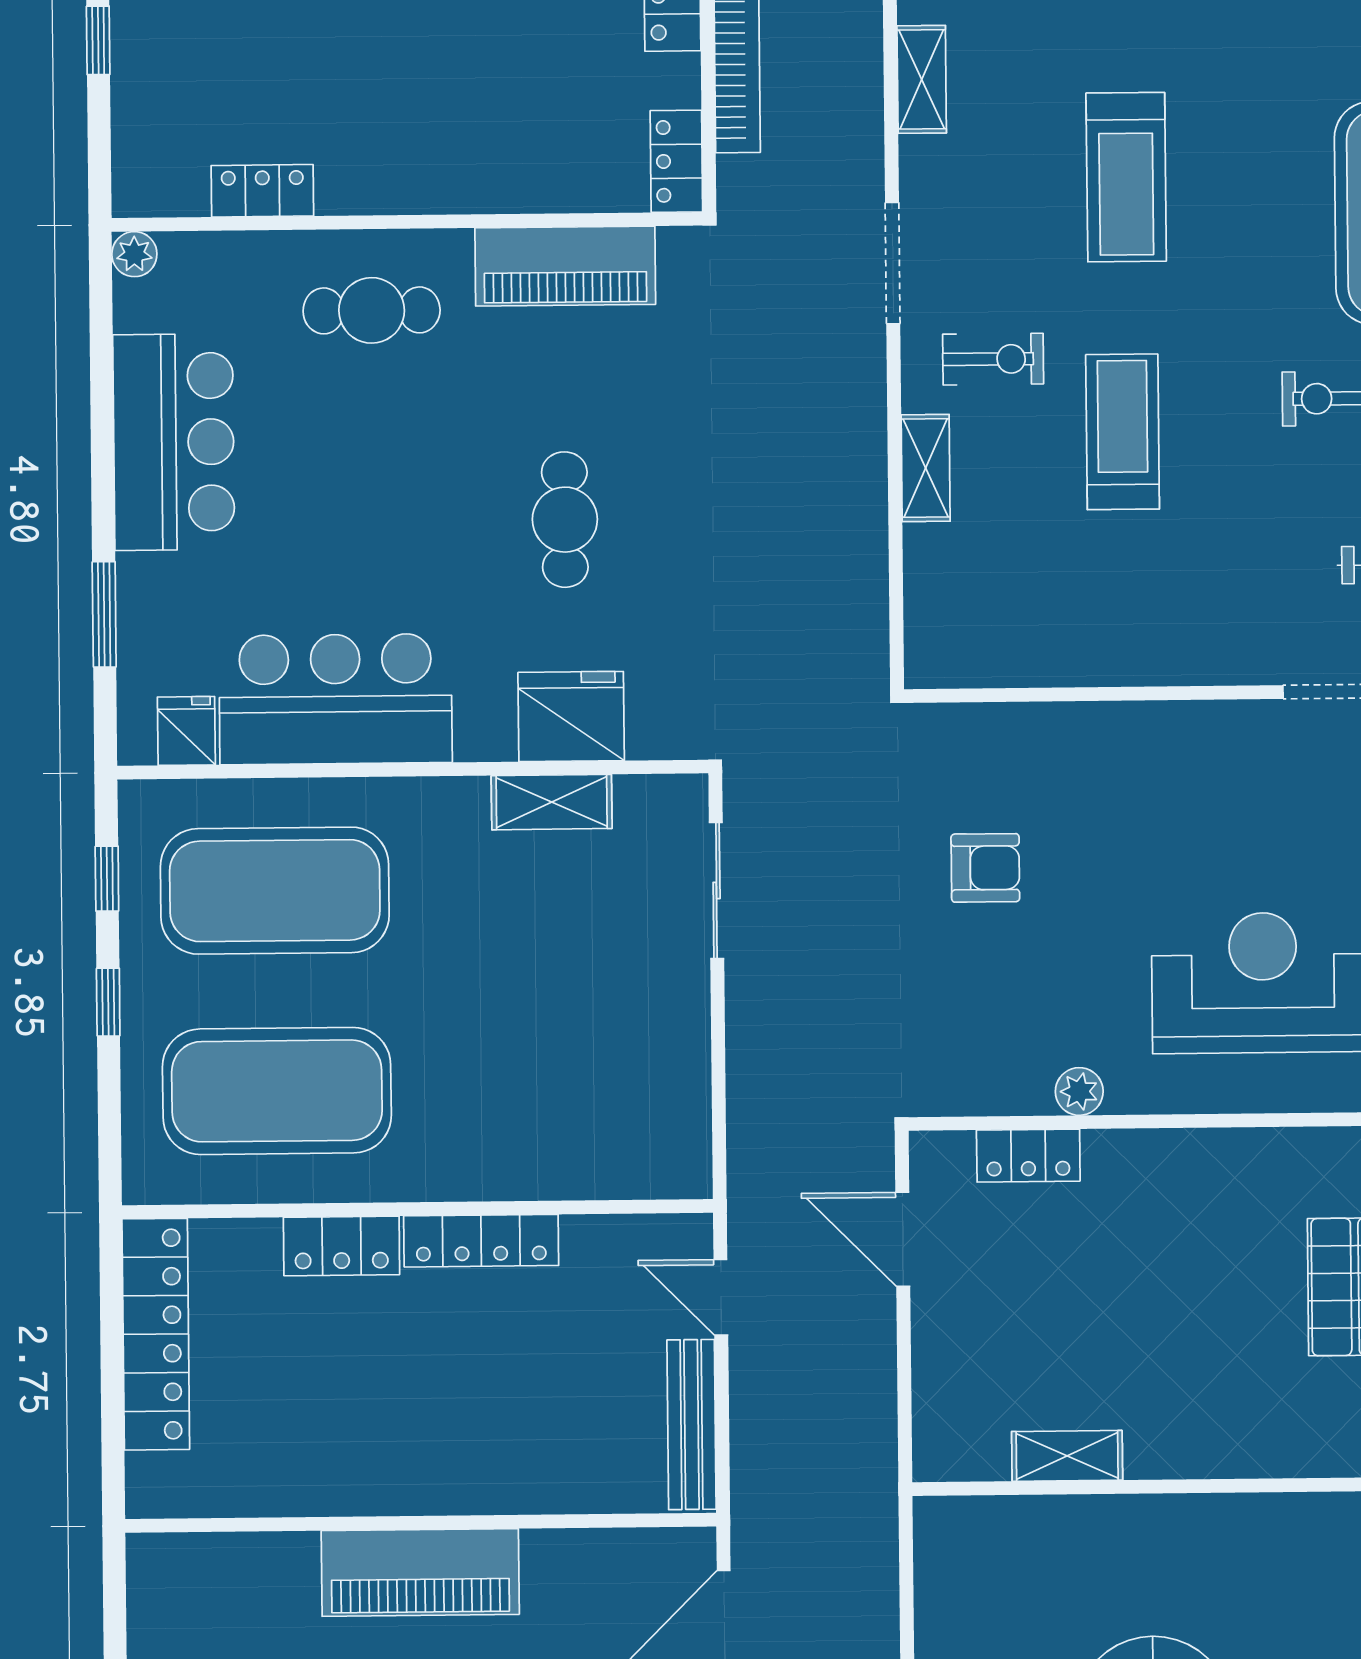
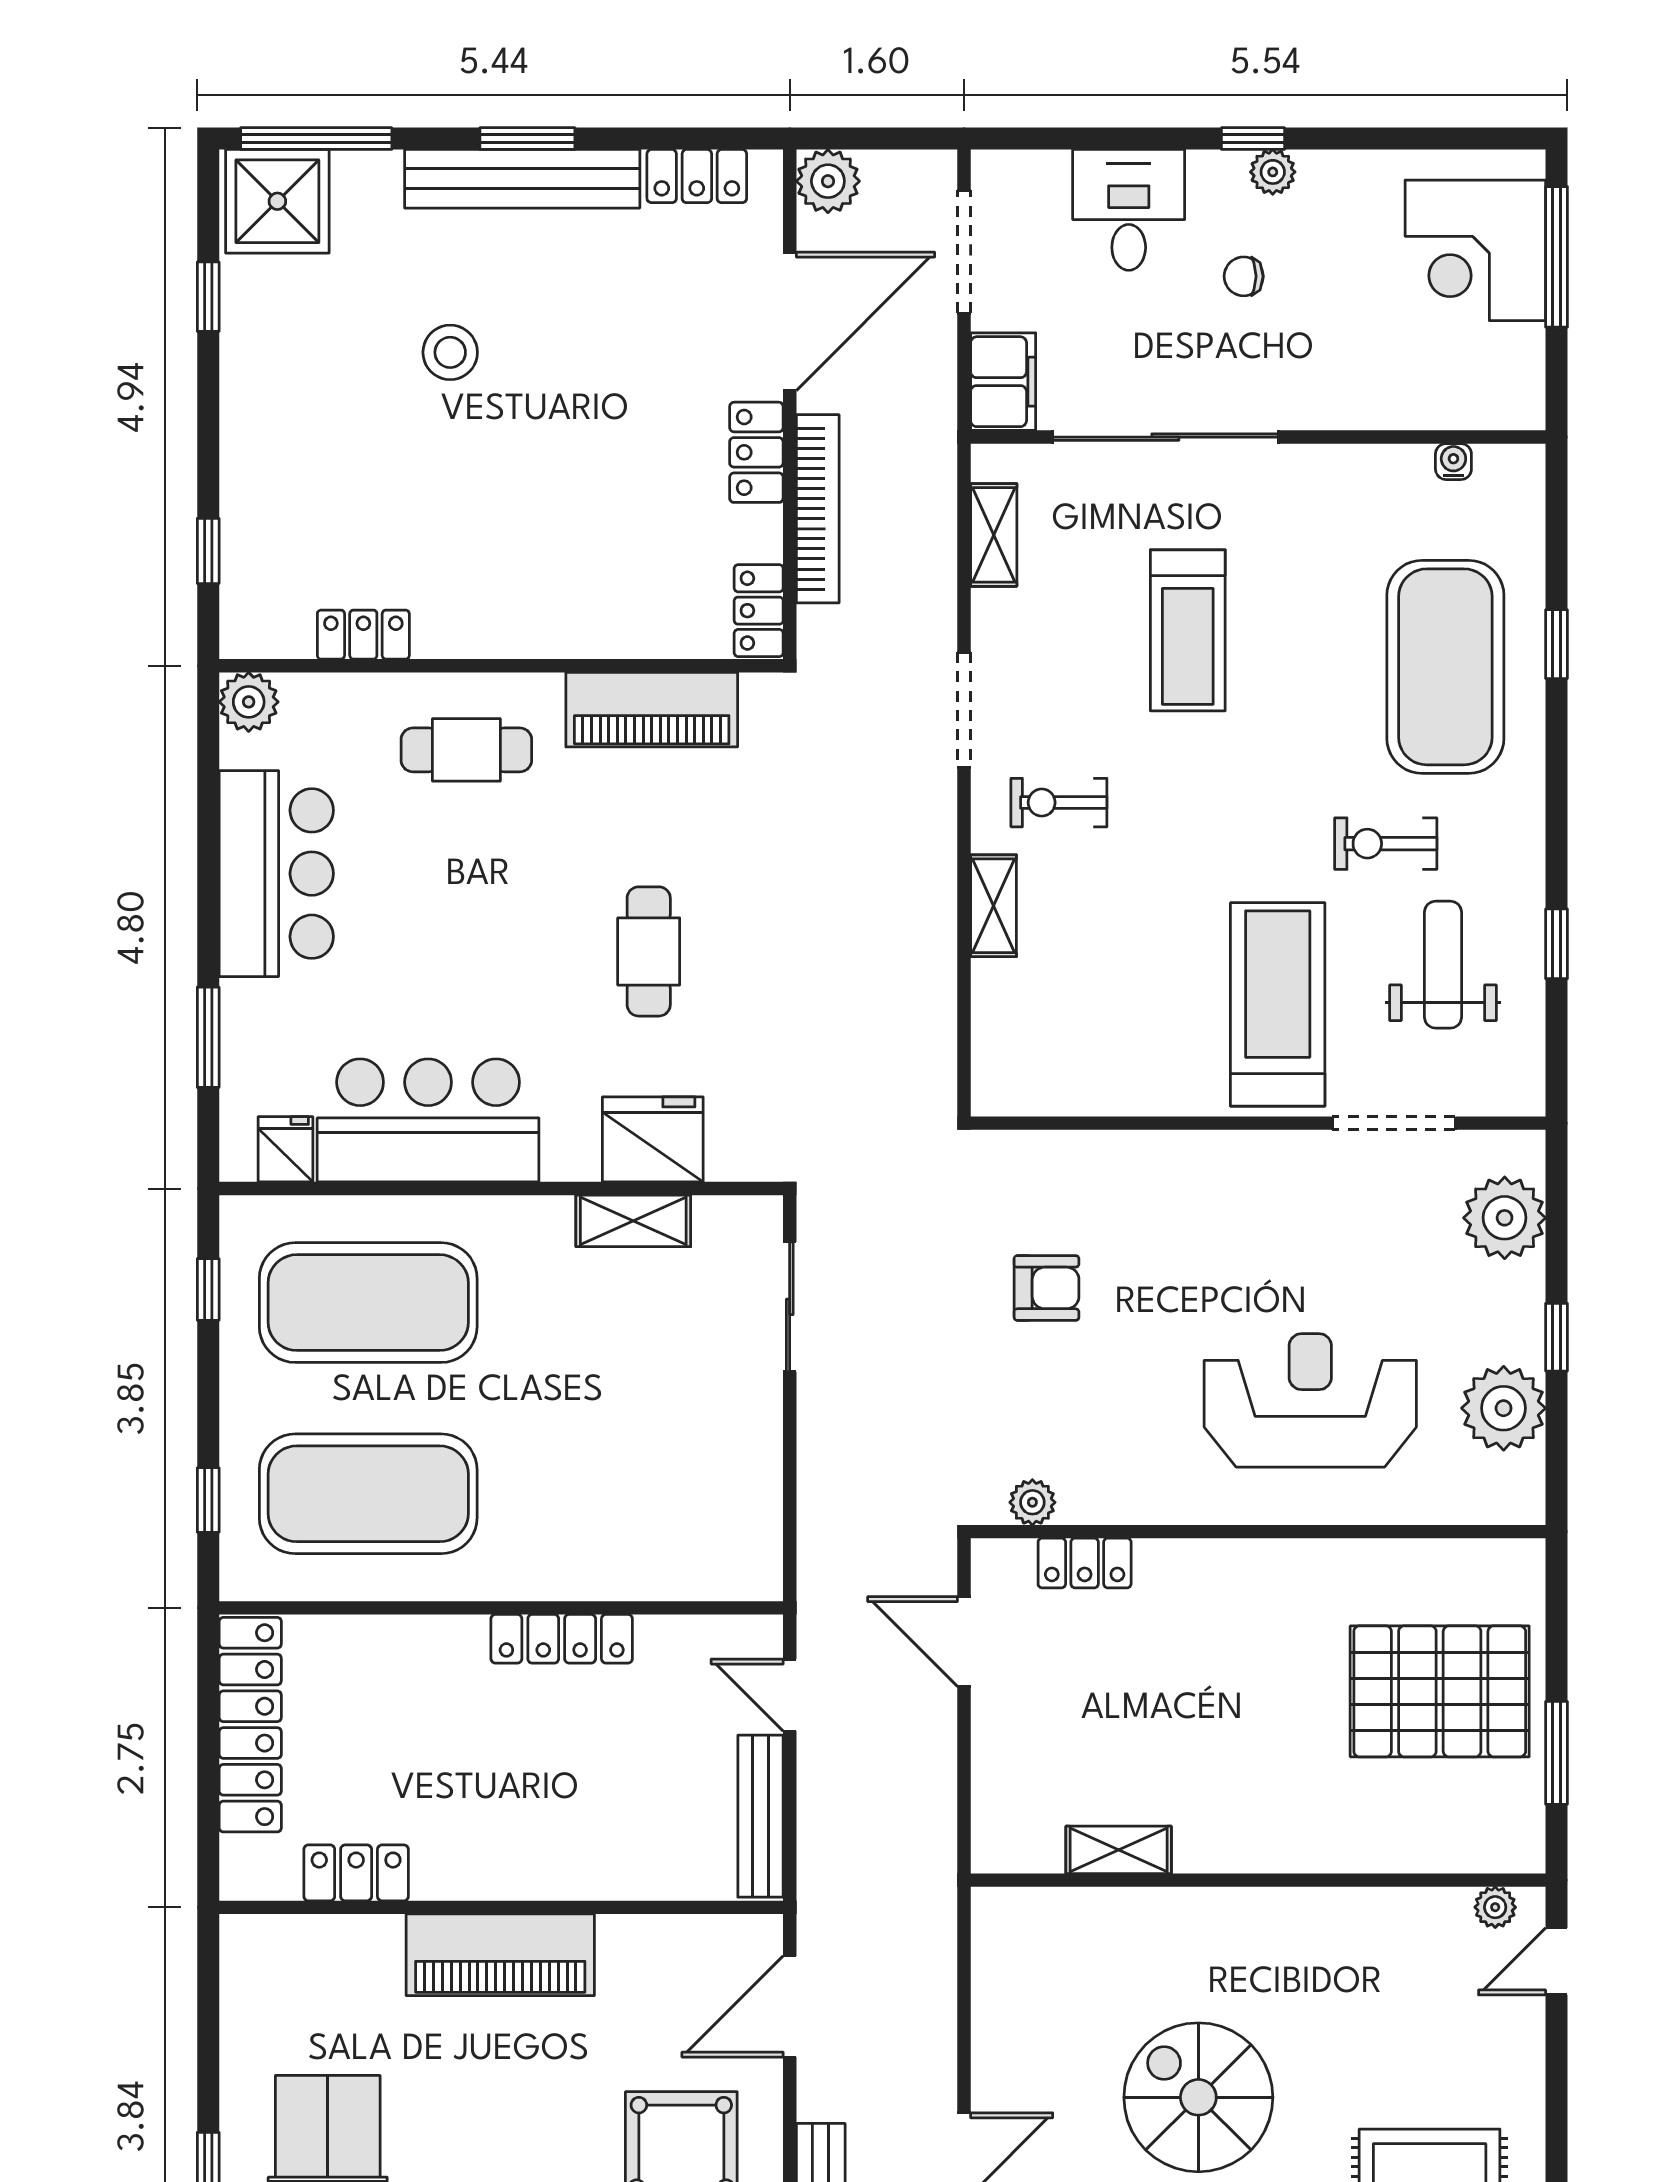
window: (98, 40) -> (208, 551), moved
plant: (134, 254) -> (249, 702), width x1.38, depth x1.38
exercise bike: (993, 359) -> (1059, 803), turned 180
treadmill: (1123, 432) -> (1278, 1004), moved, width x1.37, depth x1.38
window: (108, 1002) -> (208, 1500), moved
plant: (1079, 1091) -> (1032, 1502), moved
locker: (342, 1246) -> (356, 1873), moved, turned 180

